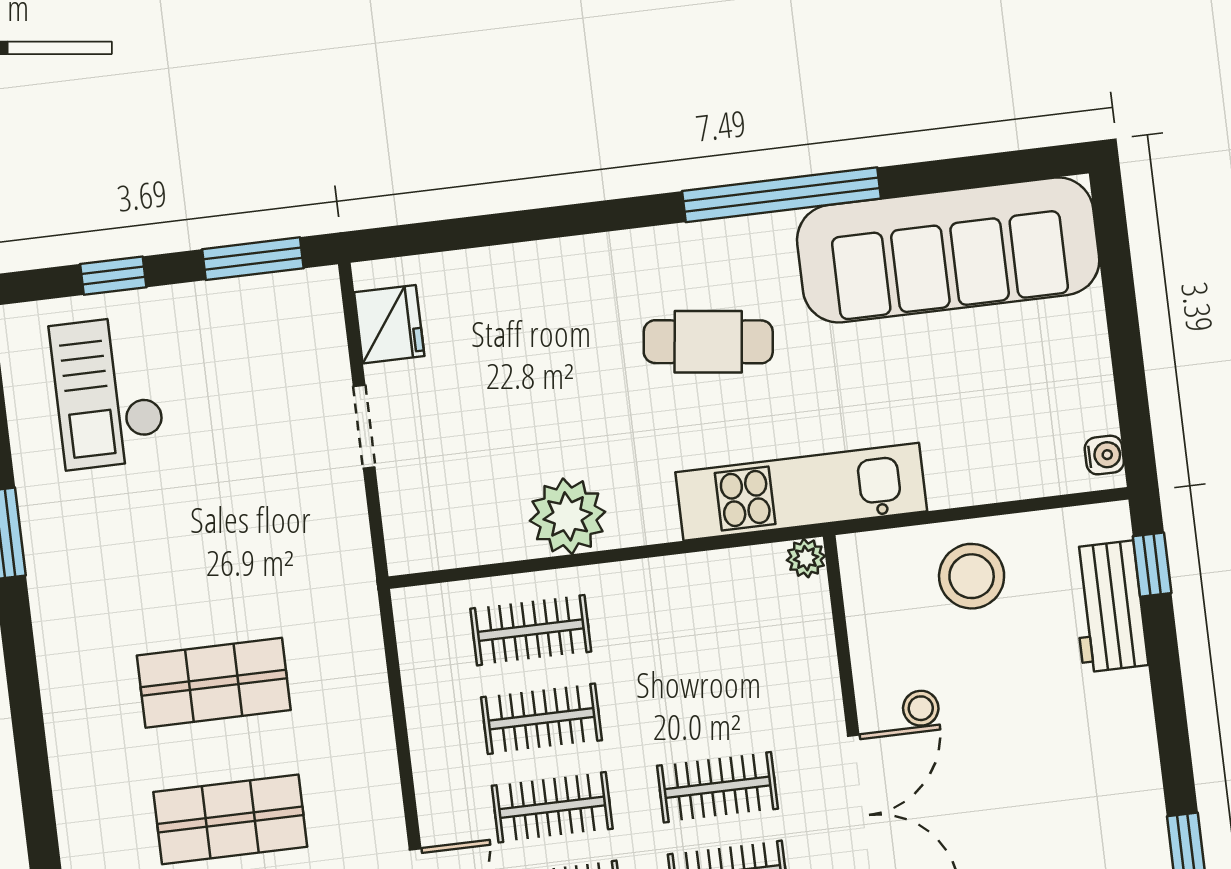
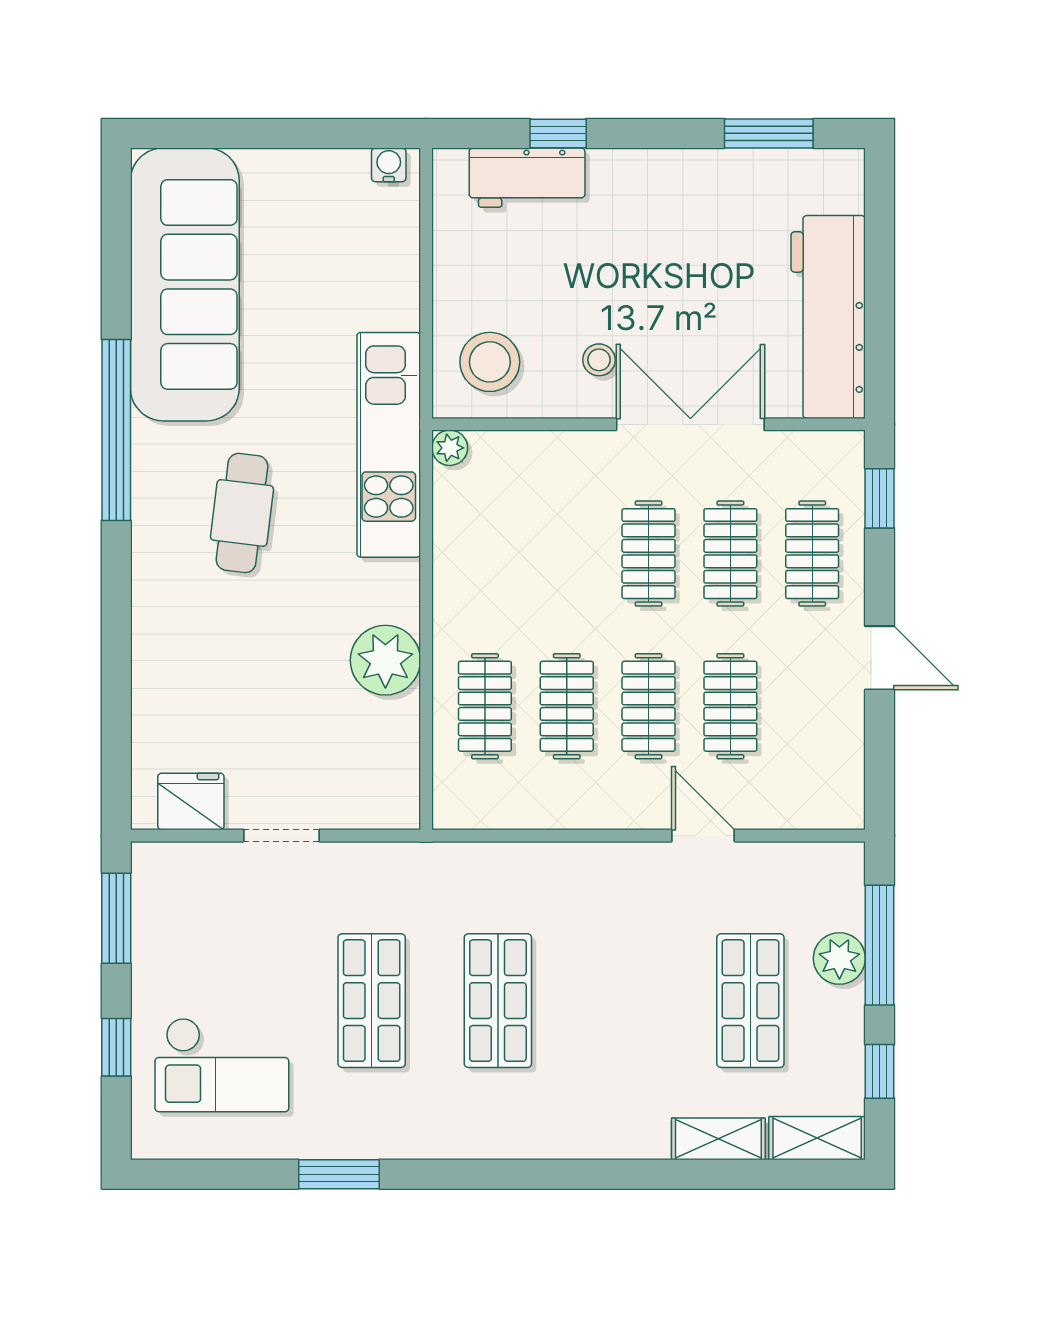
window: (1152, 565) -> (558, 133), moved
stool: (972, 576) -> (490, 362), moved
shop shelf: (230, 819) -> (372, 1001), moved

